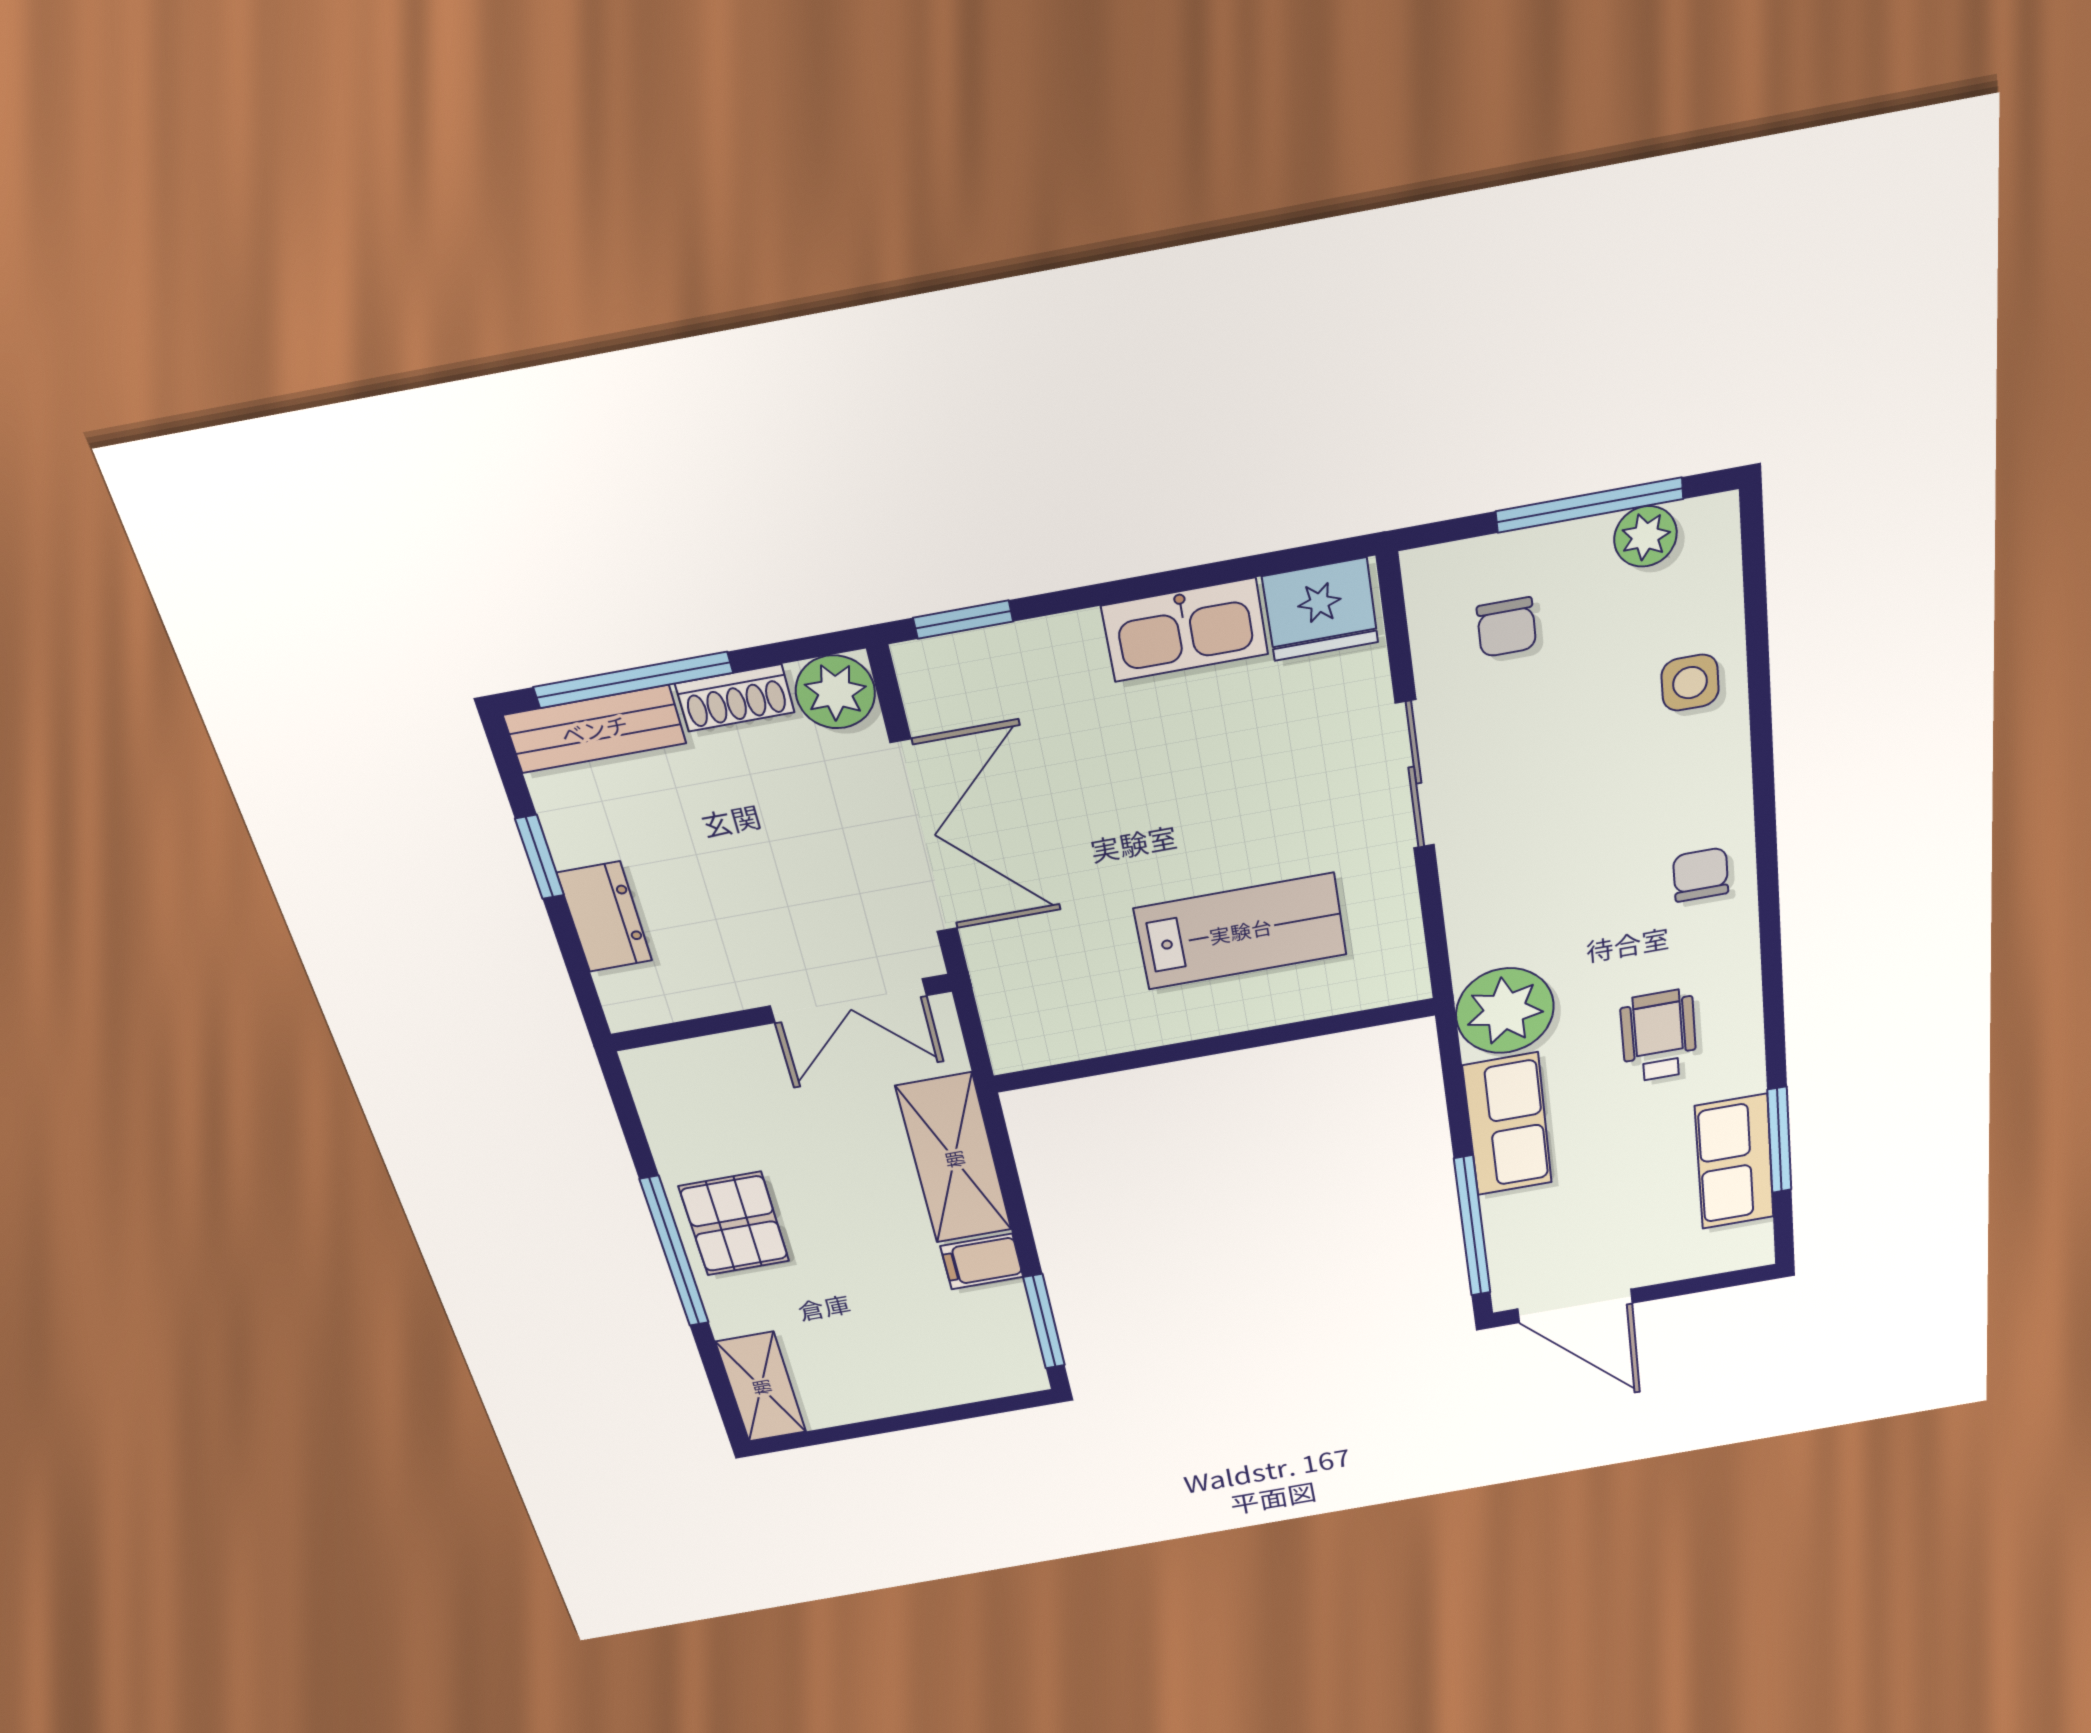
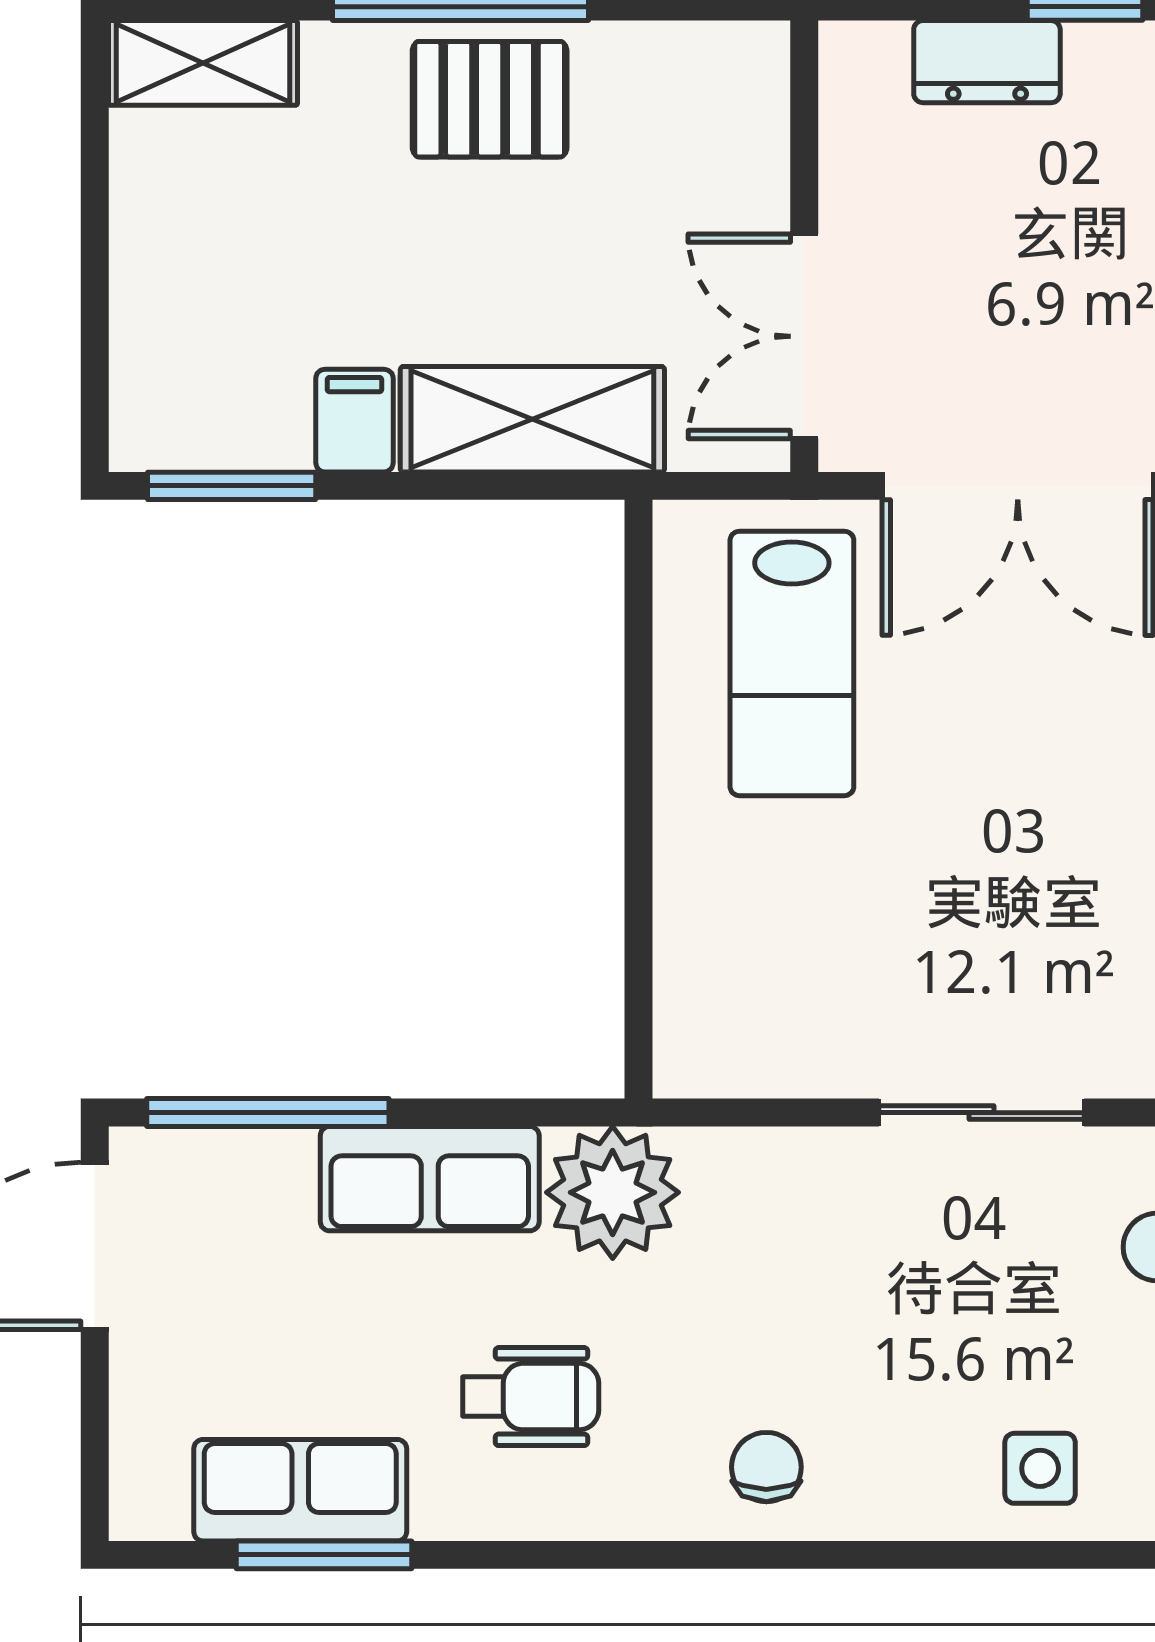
chair: (1701, 875) -> (766, 1467), turned -90
lab bench: (1241, 931) -> (792, 663), moved

